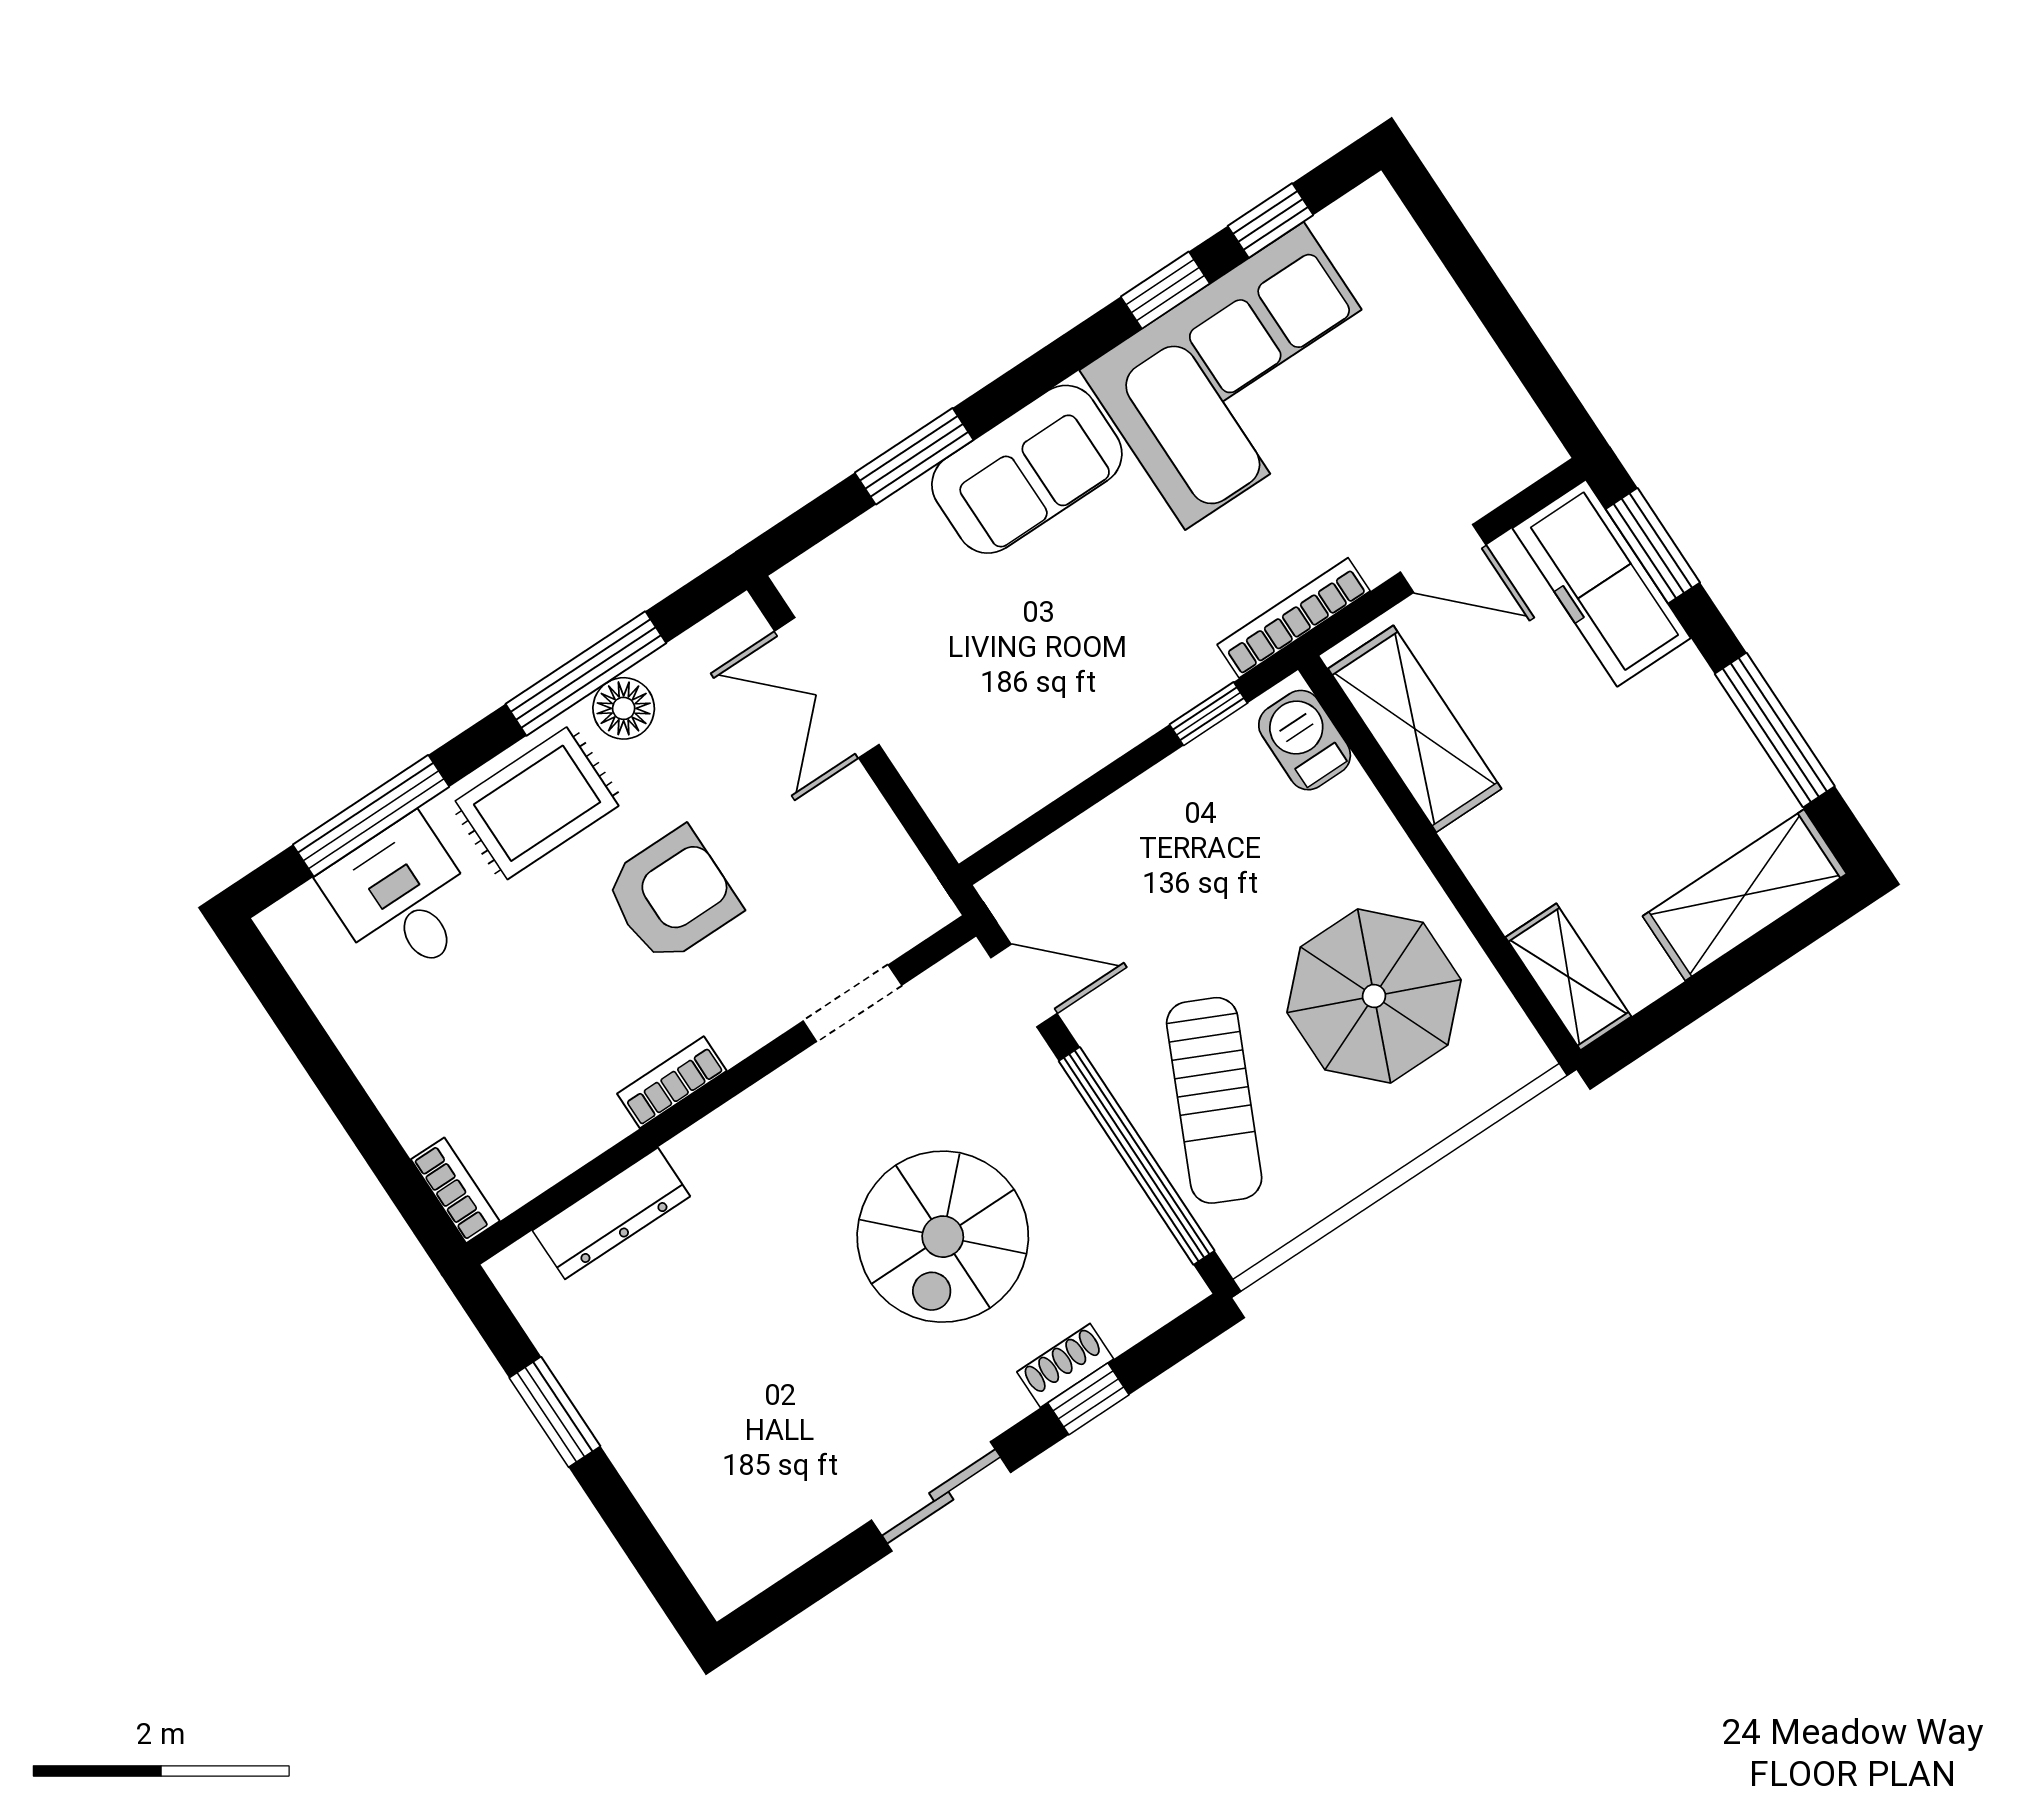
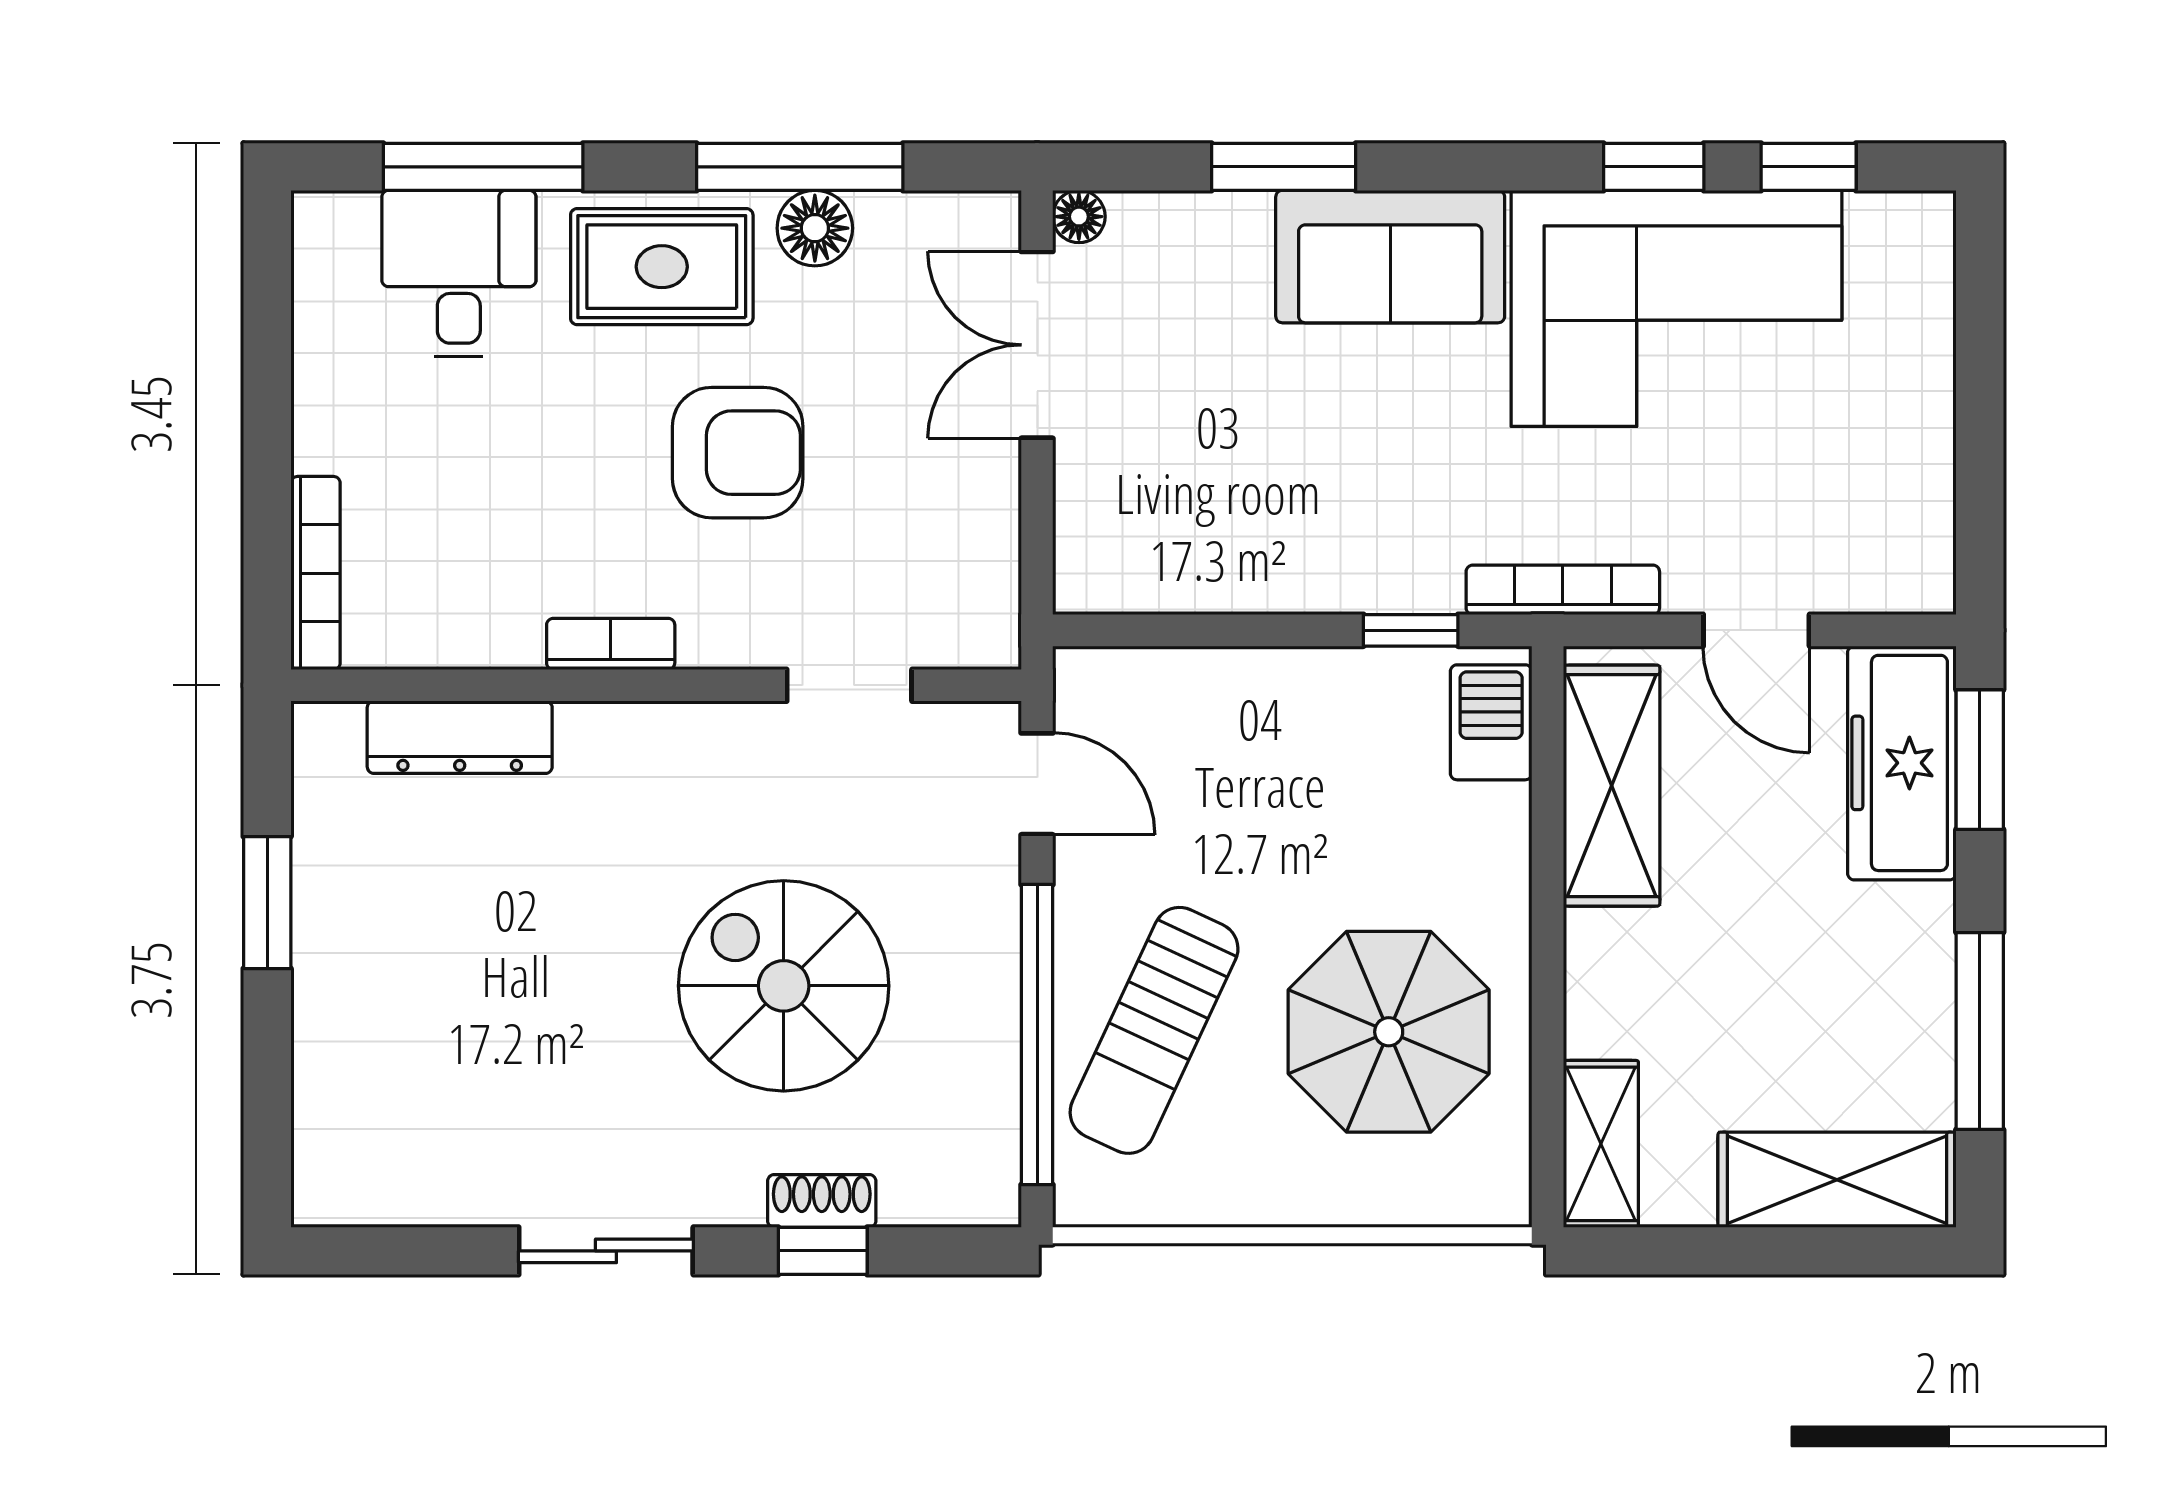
floor lamp: (798, 582) -> (1079, 217), added
bookcase: (455, 1190) -> (315, 573), width x1.56
spiral stairs: (943, 1237) -> (784, 986), turned 90

